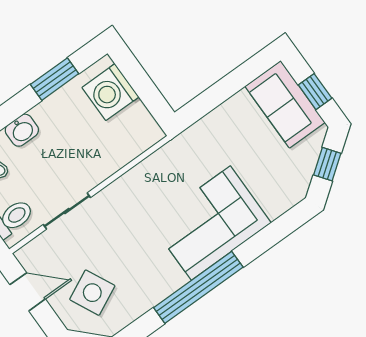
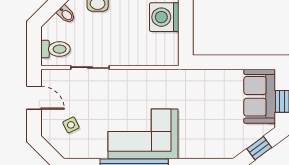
corner sofa: (211, 223) -> (143, 134), moved
side table: (92, 293) -> (71, 125), width x0.54, depth x0.54

